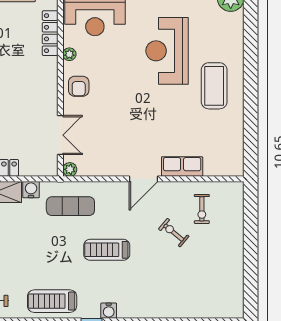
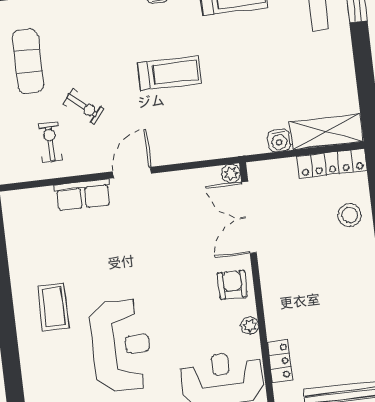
locker: (50, 33) -> (280, 361), width x0.66
coffee table: (214, 86) -> (53, 307), width x0.73, depth x0.76
double door: (60, 135) -> (249, 217), width x1.37
exercise mat: (70, 206) -> (28, 61), moved, turned 90

